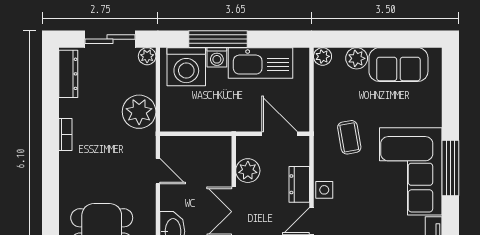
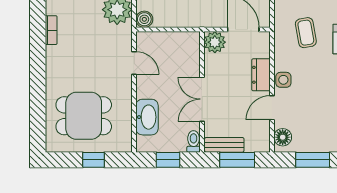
boiler: (169, 122) -> (144, 19), added
plant: (248, 171) -> (215, 42), moved

